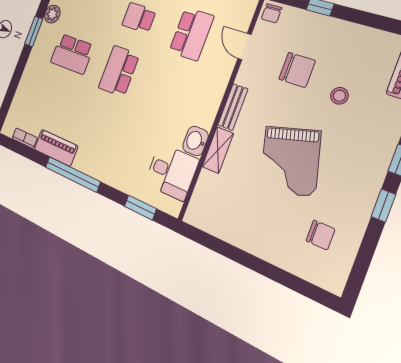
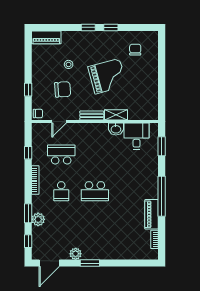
school desk: (72, 54) -> (95, 228), removed
chair: (297, 70) -> (63, 89), turned 86

